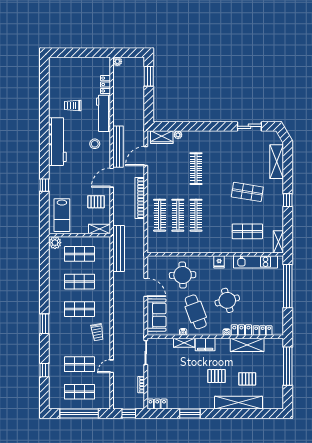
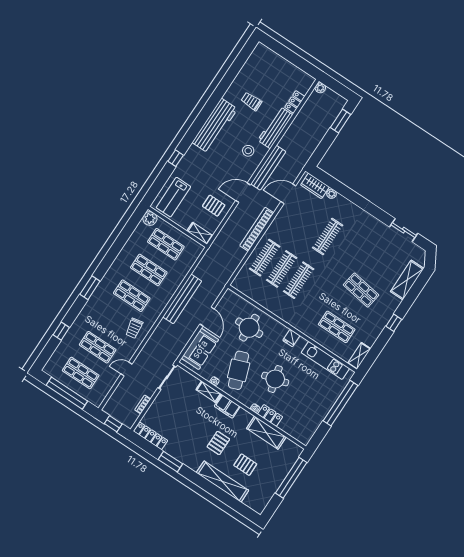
bench: (119, 249) -> (182, 299), moved
locker: (263, 331) -> (290, 429), removed
pallet: (216, 376) -> (218, 443), turned 90
locker: (157, 404) -> (151, 436), width x1.53

